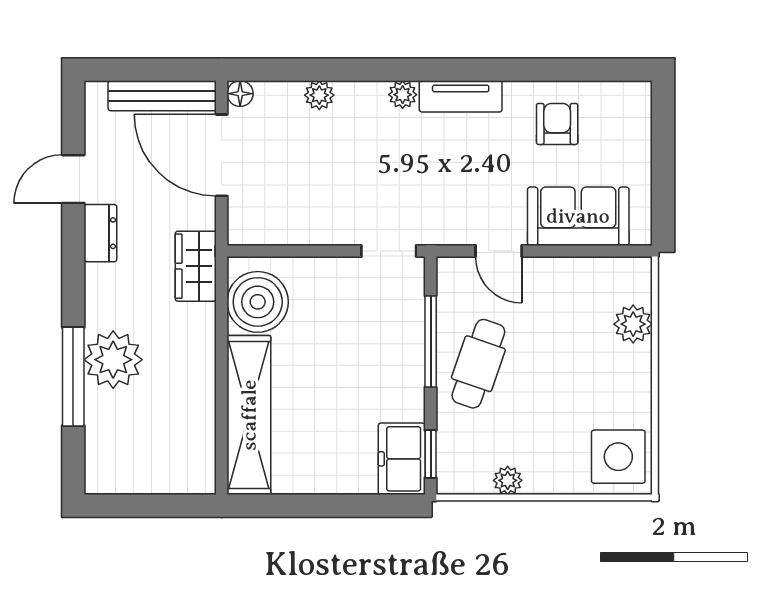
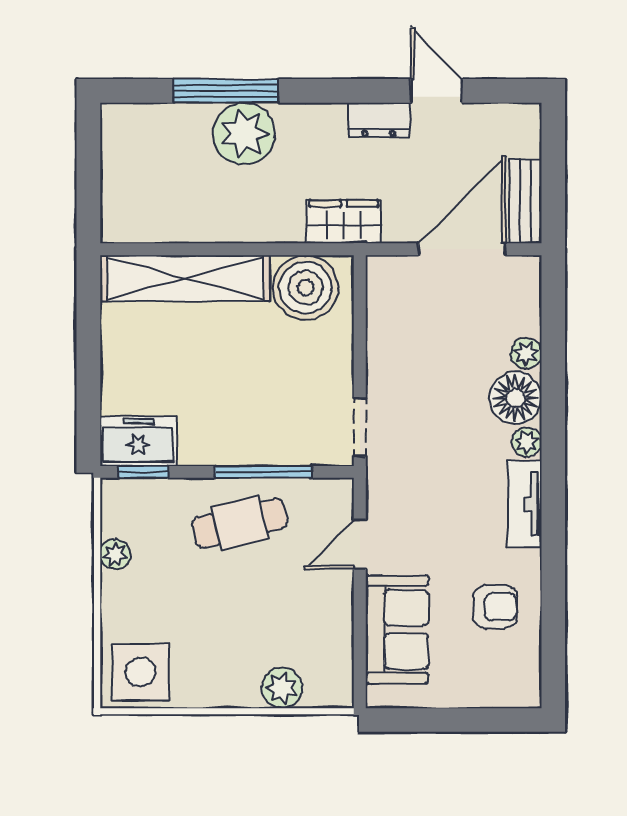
floor lamp: (240, 94) -> (515, 398), moved, width x1.89, depth x1.89
bench: (162, 96) -> (525, 201), width x0.73
cafe table: (478, 364) -> (240, 523), turned -33

